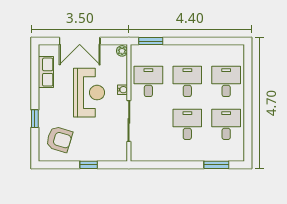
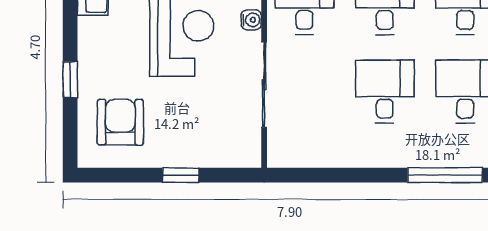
armchair: (59, 139) -> (120, 122), turned -107
window: (216, 165) -> (445, 175), width x1.44

